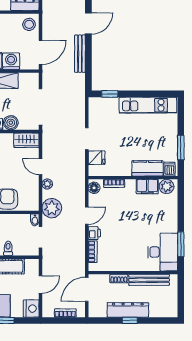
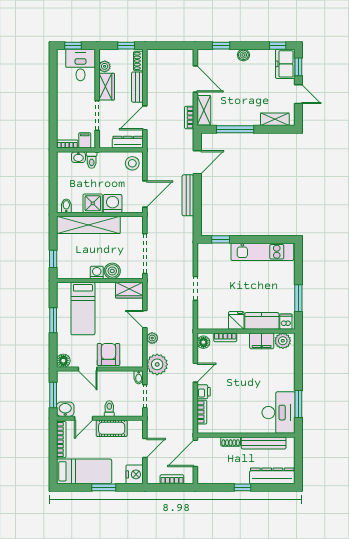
fridge: (97, 158) -> (236, 320), moved, turned -90
dresser: (128, 310) -> (272, 476), moved

